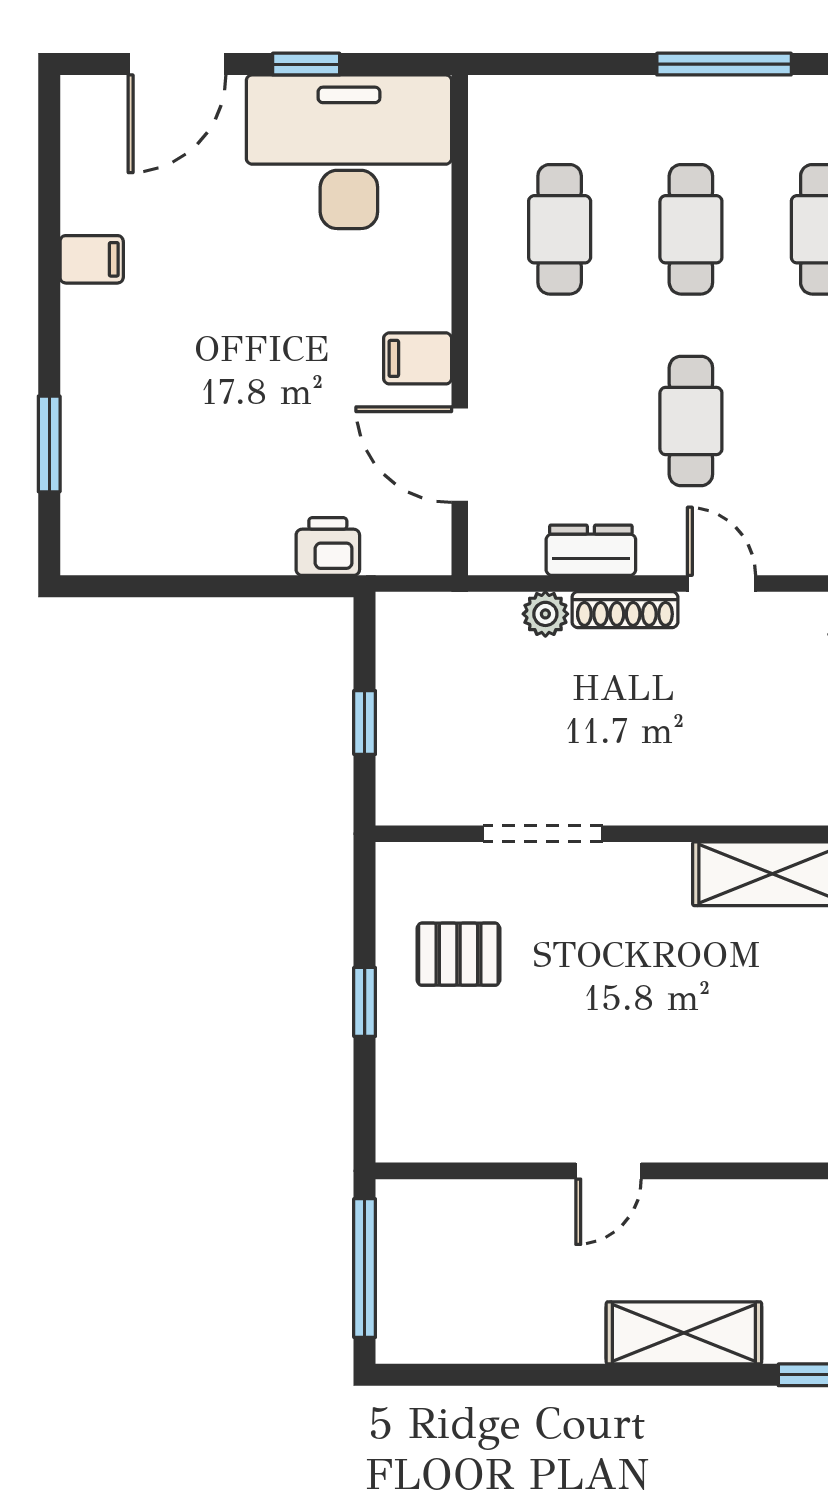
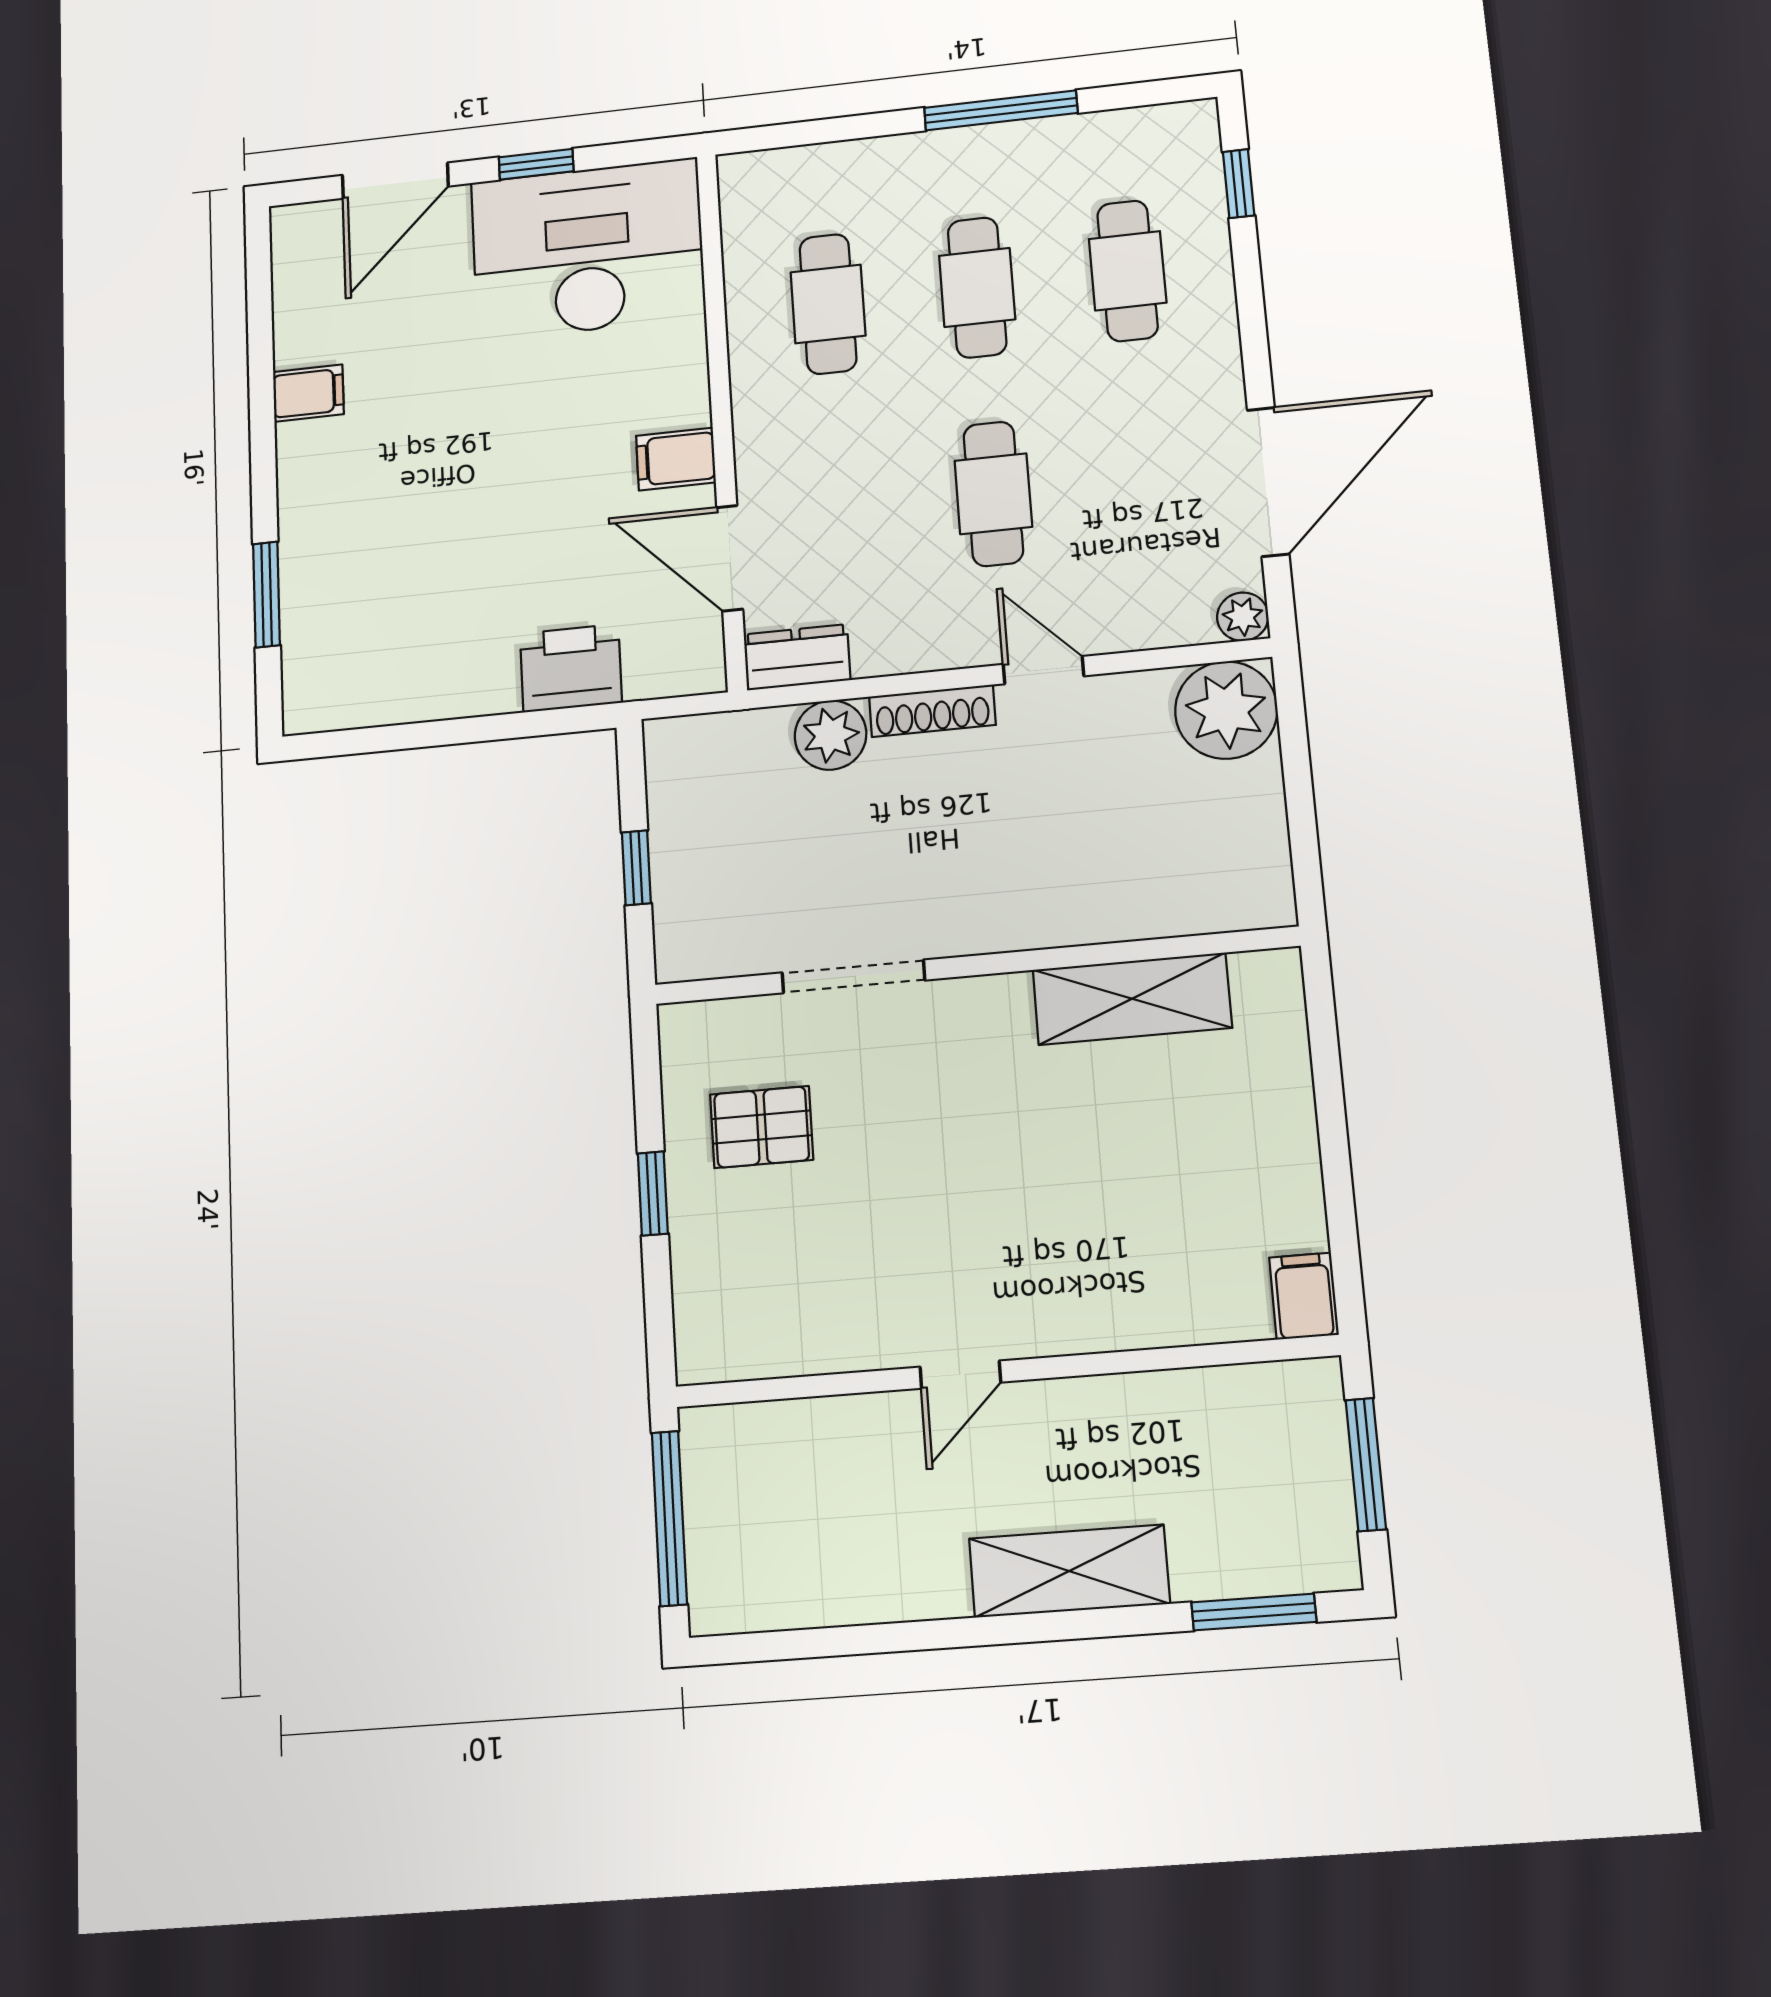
printer: (328, 547) -> (571, 668), width x1.36, depth x1.24
dresser: (591, 550) -> (797, 657), moved
plant: (545, 614) -> (830, 735), width x1.38, depth x1.38

